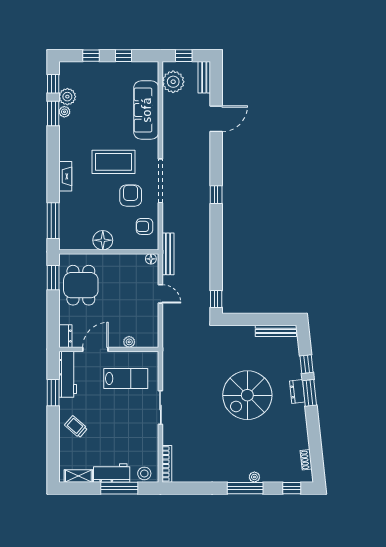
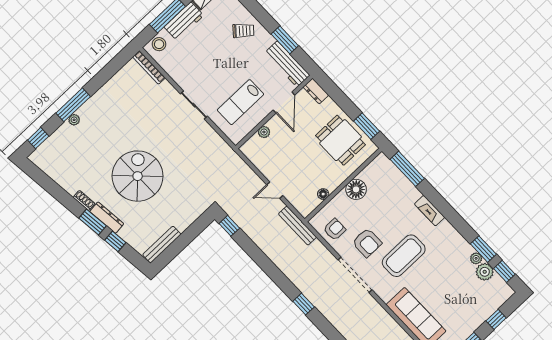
floor lamp: (151, 259) -> (323, 194), moved
dresser: (297, 391) -> (107, 218), width x1.44
shoe rack: (306, 460) -> (84, 200), moved

